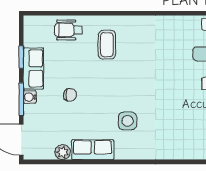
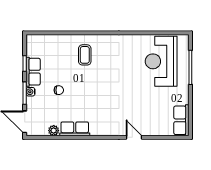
wheelchair: (68, 30) -> (58, 45), removed
side table: (128, 121) -> (99, 109), removed
door: (177, 162) -> (134, 137), added

